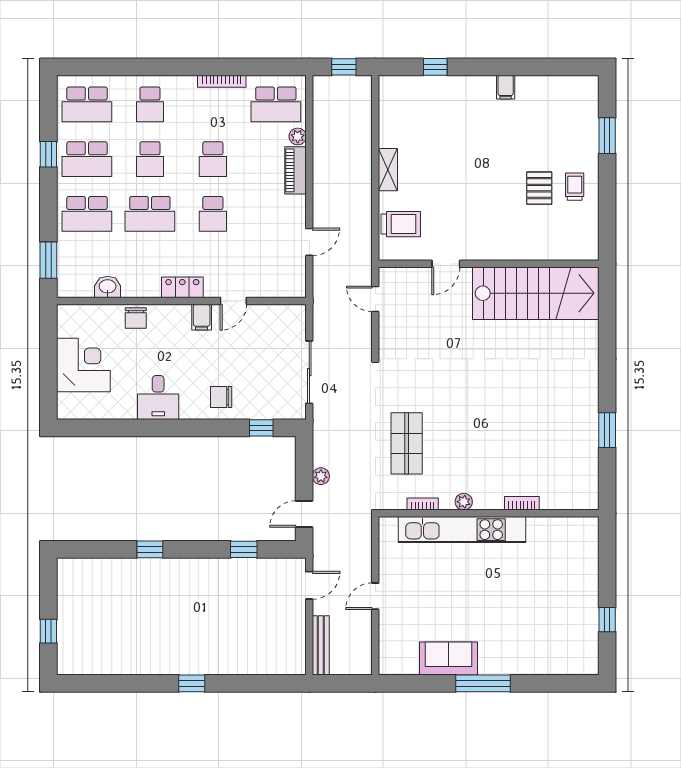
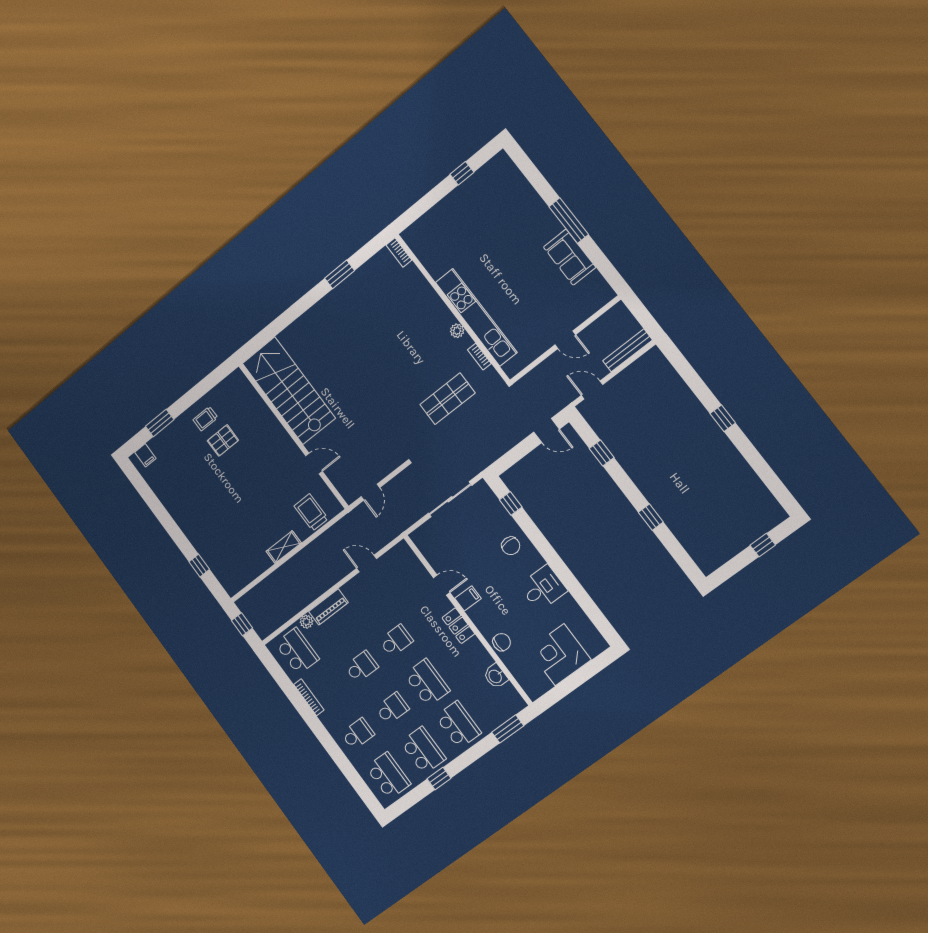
filing cabinet: (506, 87) -> (145, 455), moved, turned 90
plant: (321, 476) -> (512, 439), removed
bookcase: (522, 503) -> (399, 252), moved

